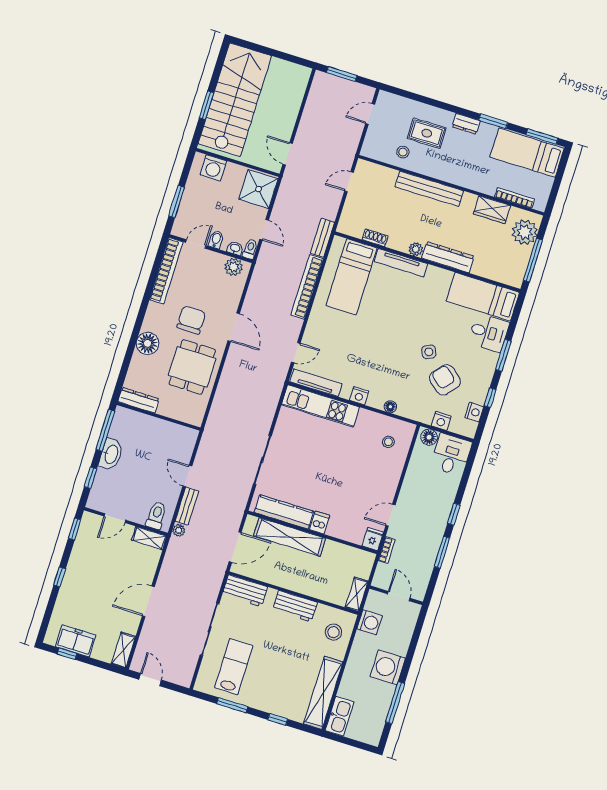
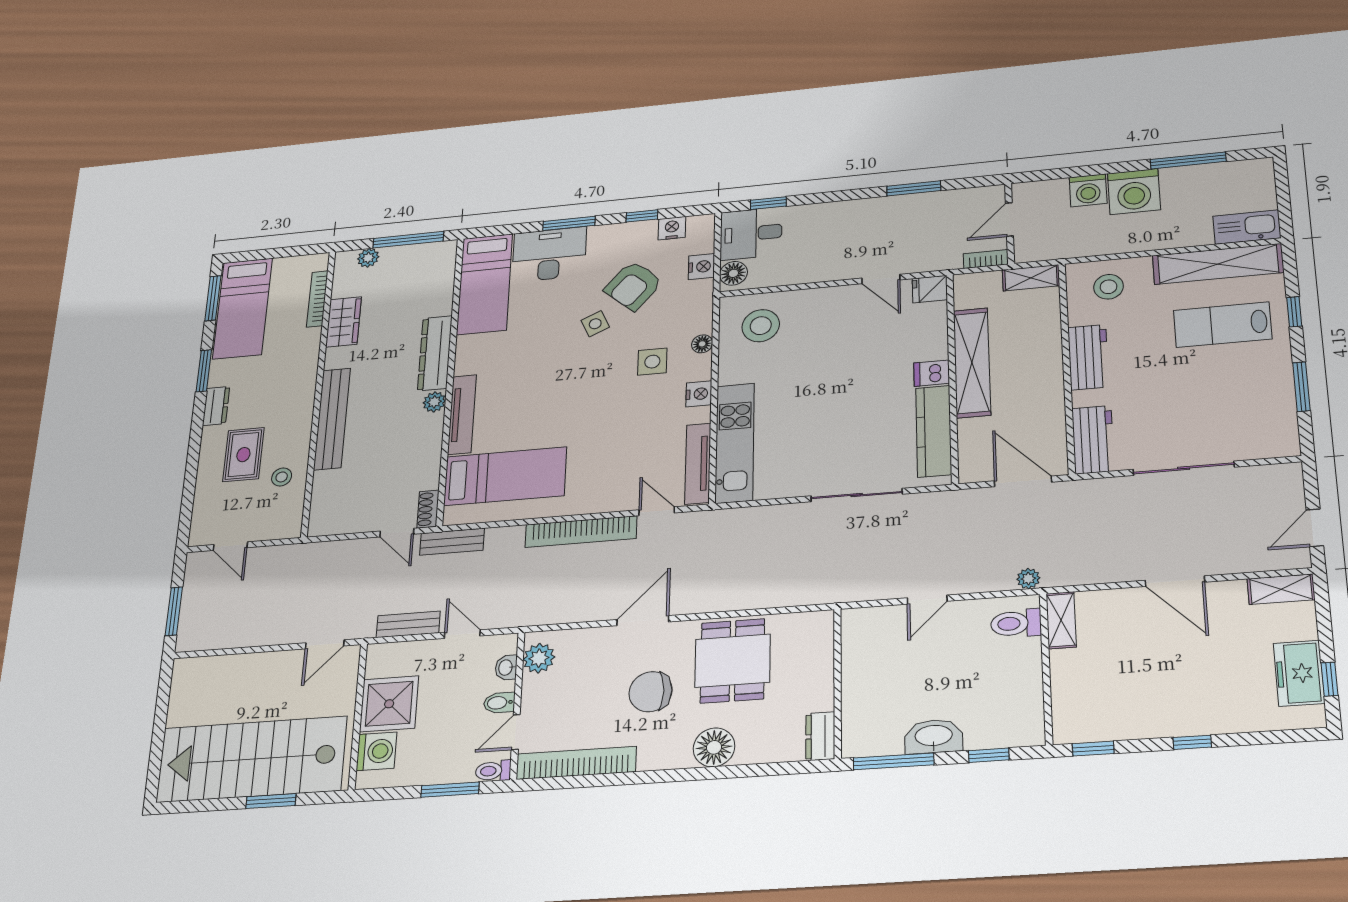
door: (349, 182) -> (397, 533), moved
shower: (258, 189) -> (389, 704), moved
door: (264, 230) -> (462, 634), hinge flipped
plant: (525, 232) -> (368, 258), width x0.53, depth x0.53
shoe rack: (375, 238) -> (428, 509), moved
door: (196, 244) -> (516, 732), hinge flipped
toilet: (250, 249) -> (493, 771), moved
bookcase: (307, 287) -> (581, 532), moved
desk: (489, 333) -> (549, 254), width x1.37
dining table: (192, 367) -> (733, 661), turned 90
side table: (391, 376) -> (652, 362), added
dresser: (139, 400) -> (820, 736), width x0.70
stool: (388, 442) -> (761, 326), width x1.89, depth x1.89
bench: (187, 506) -> (408, 624), moved
window: (454, 514) -> (768, 203), moved
door: (115, 518) -> (1047, 689), removed
shelving: (290, 537) -> (972, 363), moved
bookcase: (387, 550) -> (986, 259), moved
washing machine: (370, 622) -> (1088, 190), moved, turned 180
lab bench: (234, 667) -> (1223, 325), moved

